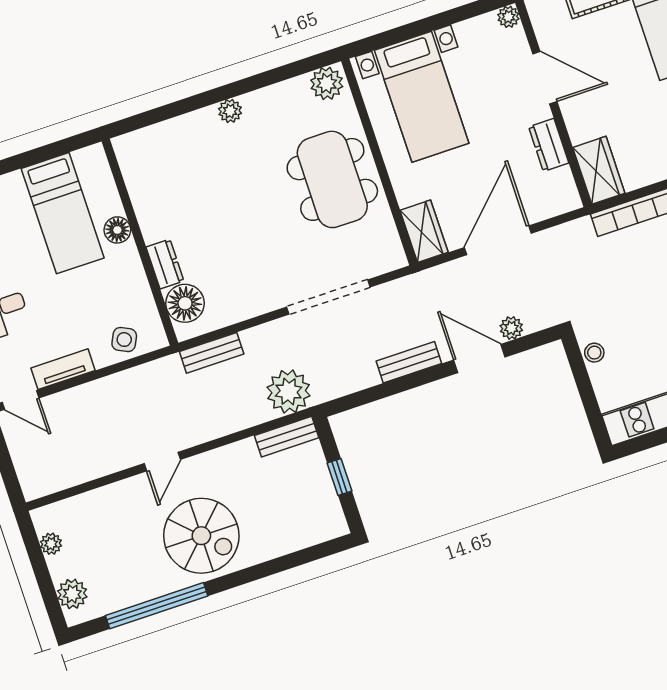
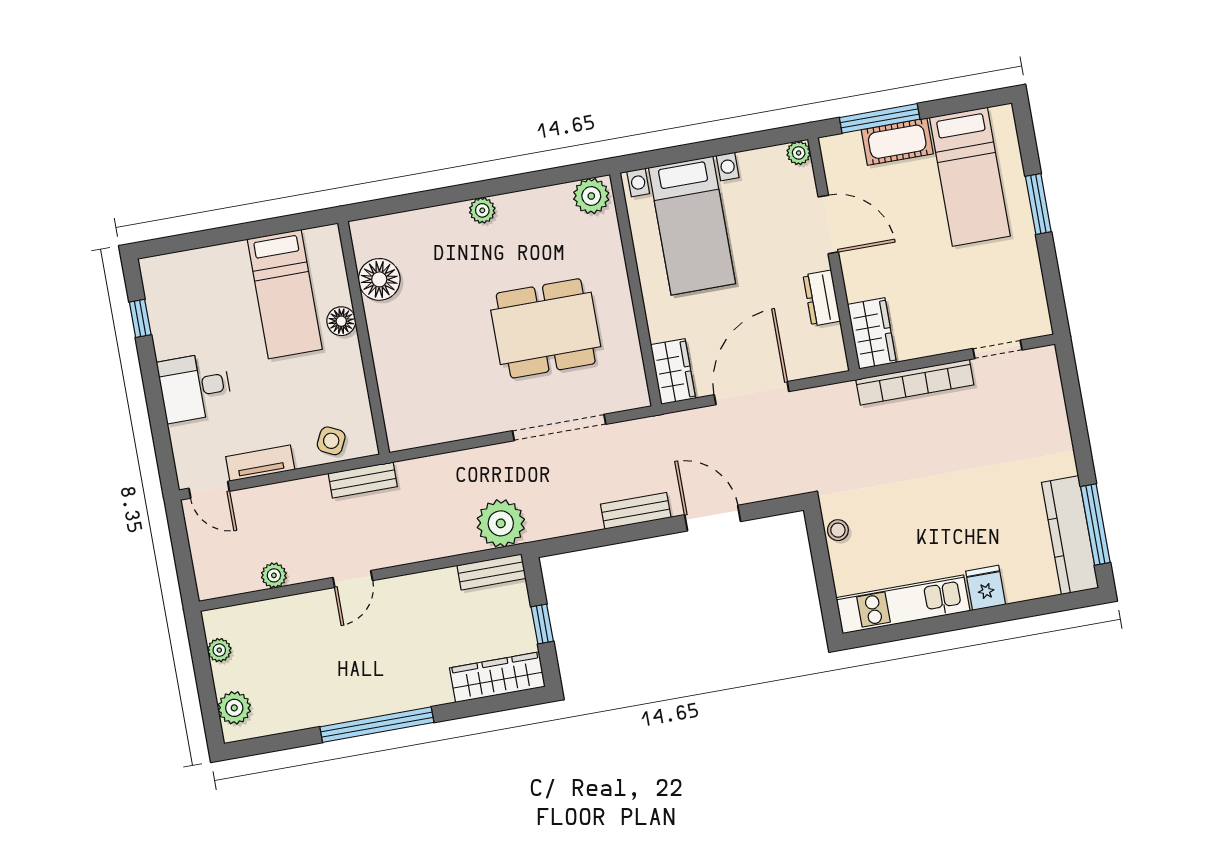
dining table: (332, 179) -> (546, 328), moved, turned 90
dresser: (165, 264) -> (387, 366), removed
floor lamp: (185, 303) -> (379, 279), moved
plant: (511, 328) -> (274, 575), moved
bench: (212, 353) -> (363, 480), moved
wardrobe: (306, 531) -> (497, 677), added
spiral stairs: (201, 536) -> (383, 665), removed
window: (157, 606) -> (377, 725), moved

